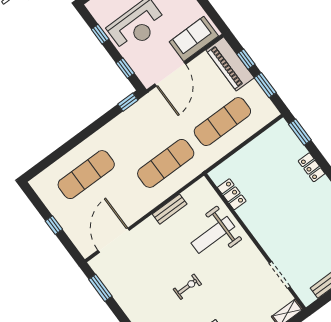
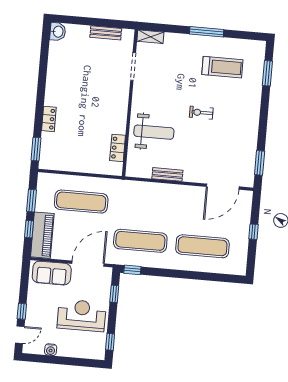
window: (100, 34) -> (110, 342), moved
exercise mat: (166, 163) -> (140, 241), moved

